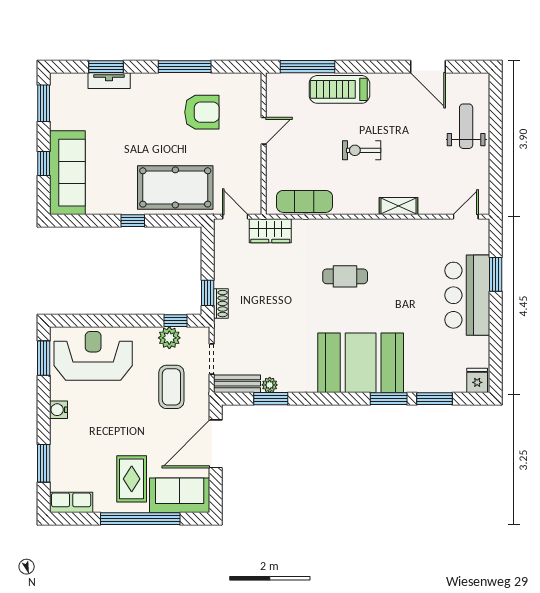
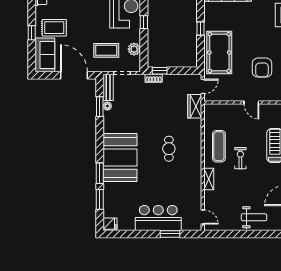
exercise mat: (304, 201) -> (219, 146), moved
window: (176, 321) -> (144, 22), moved
window: (140, 519) -> (32, 33), width x0.32

